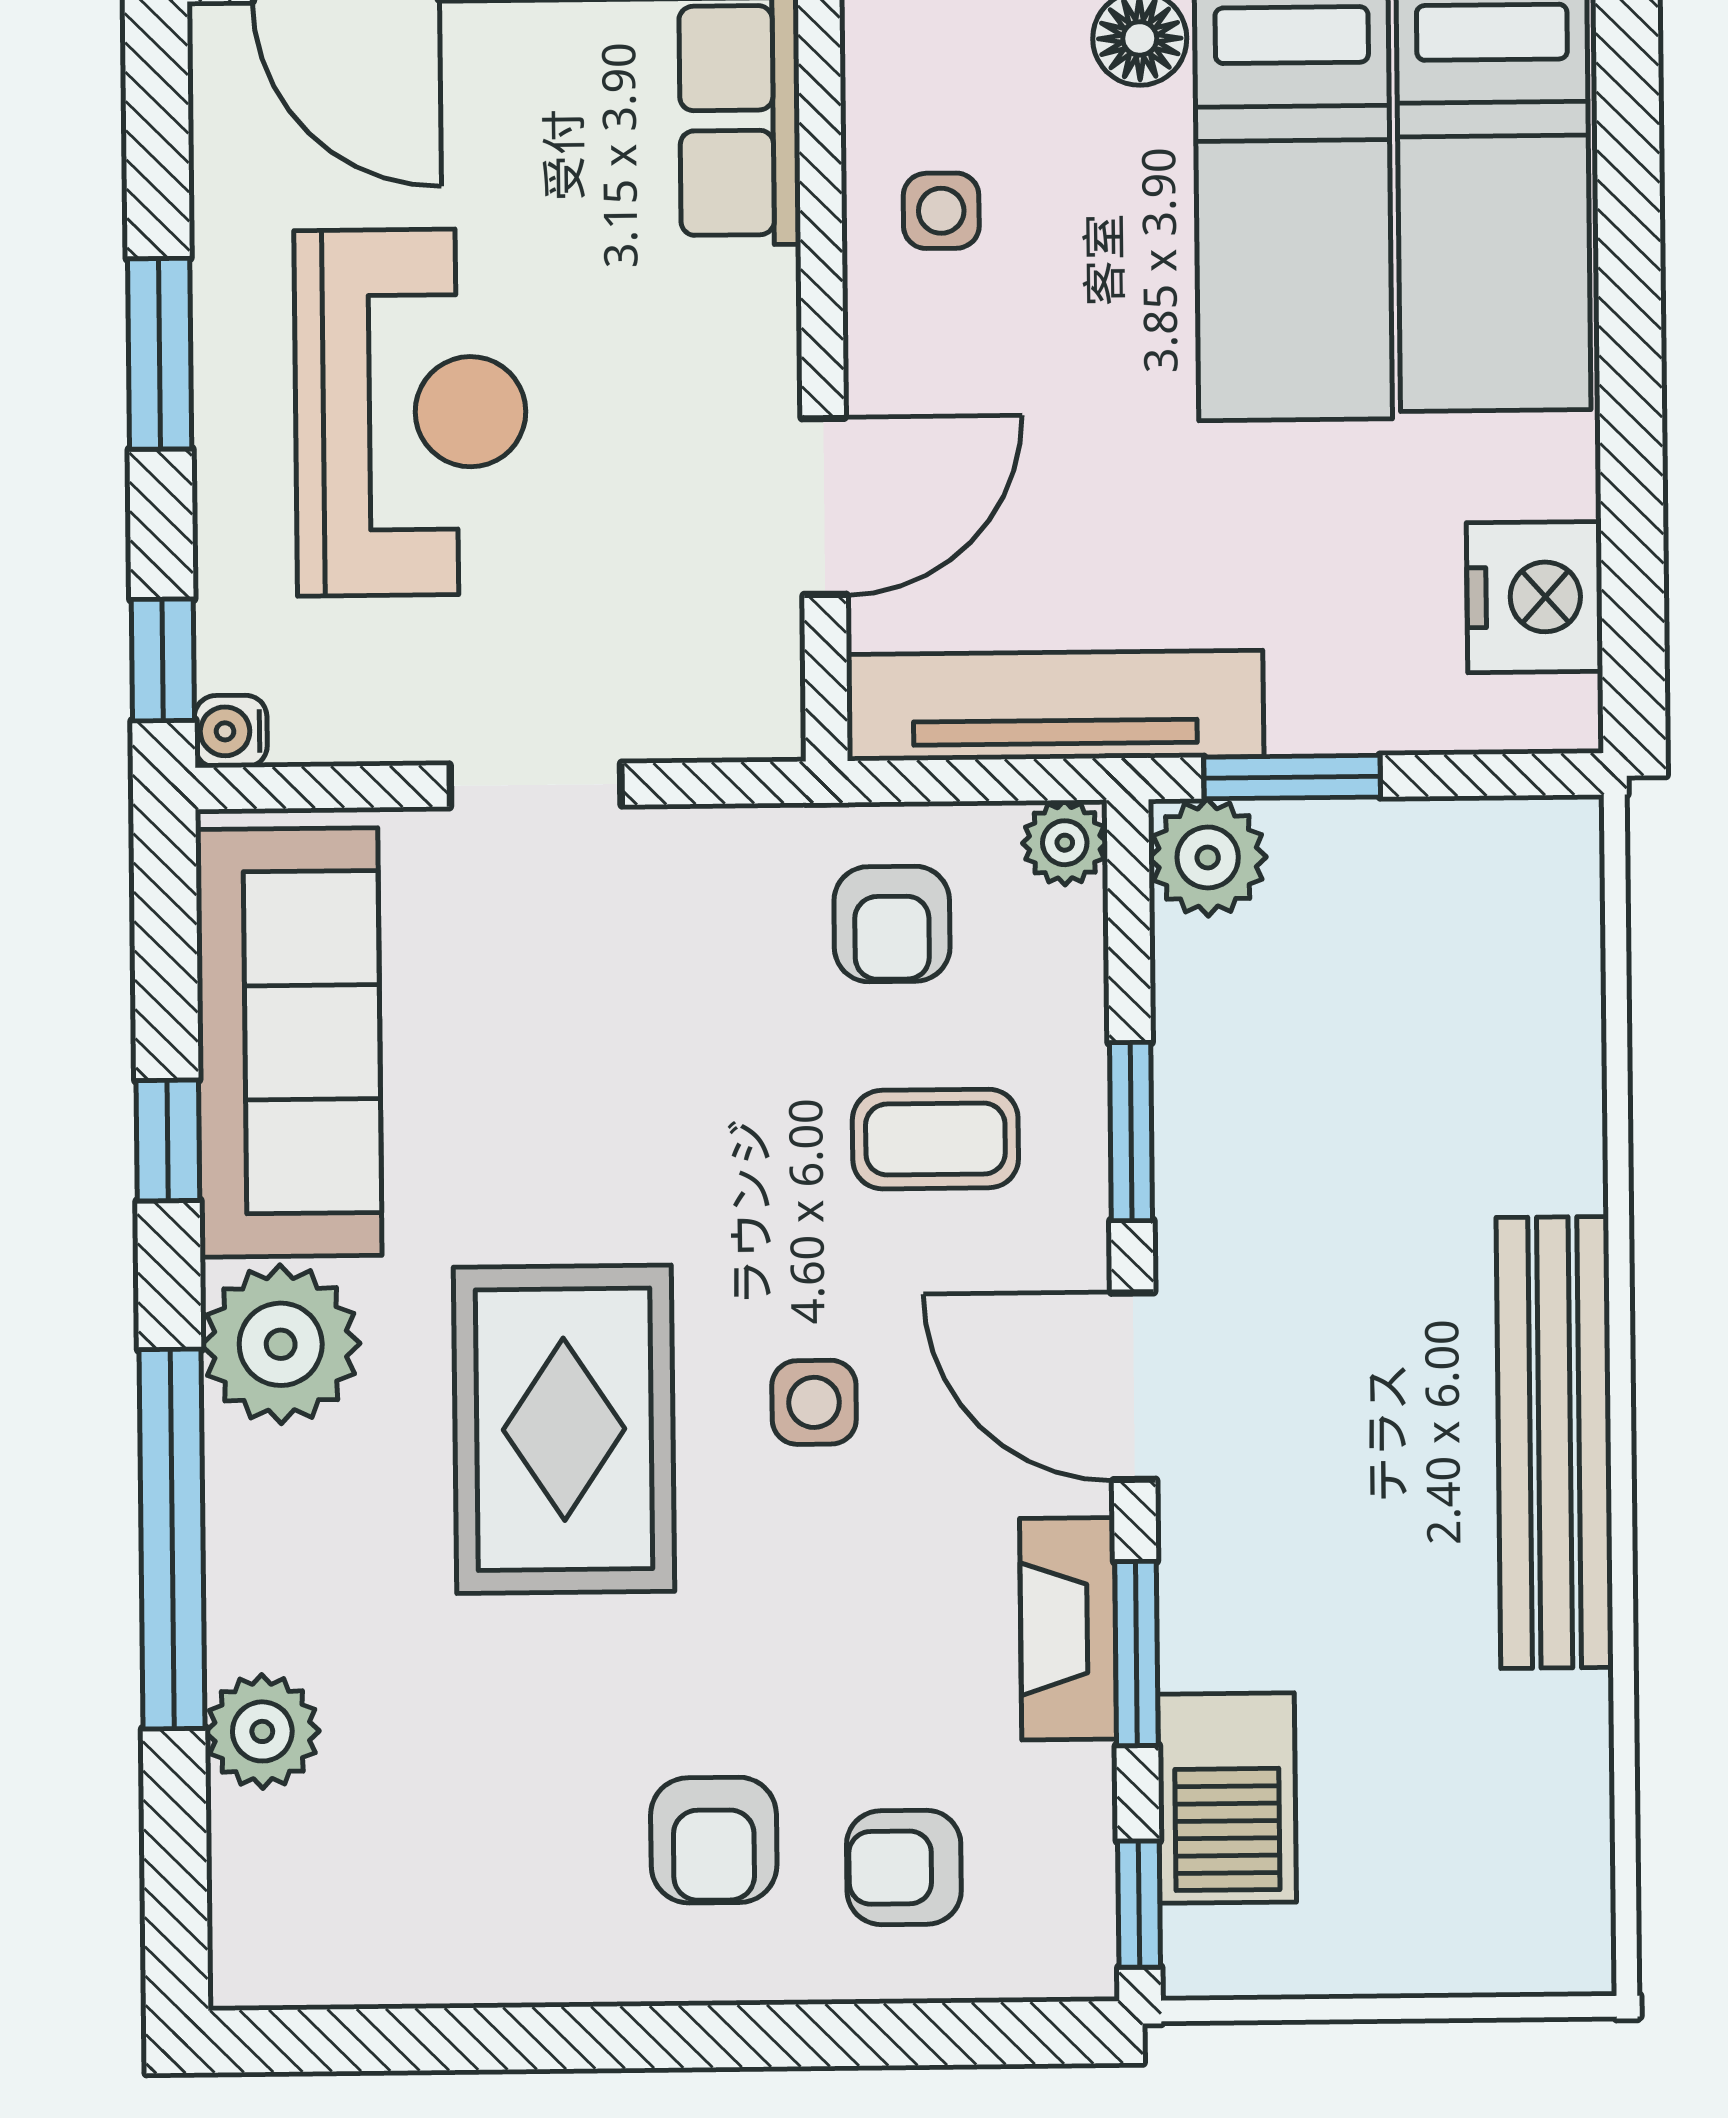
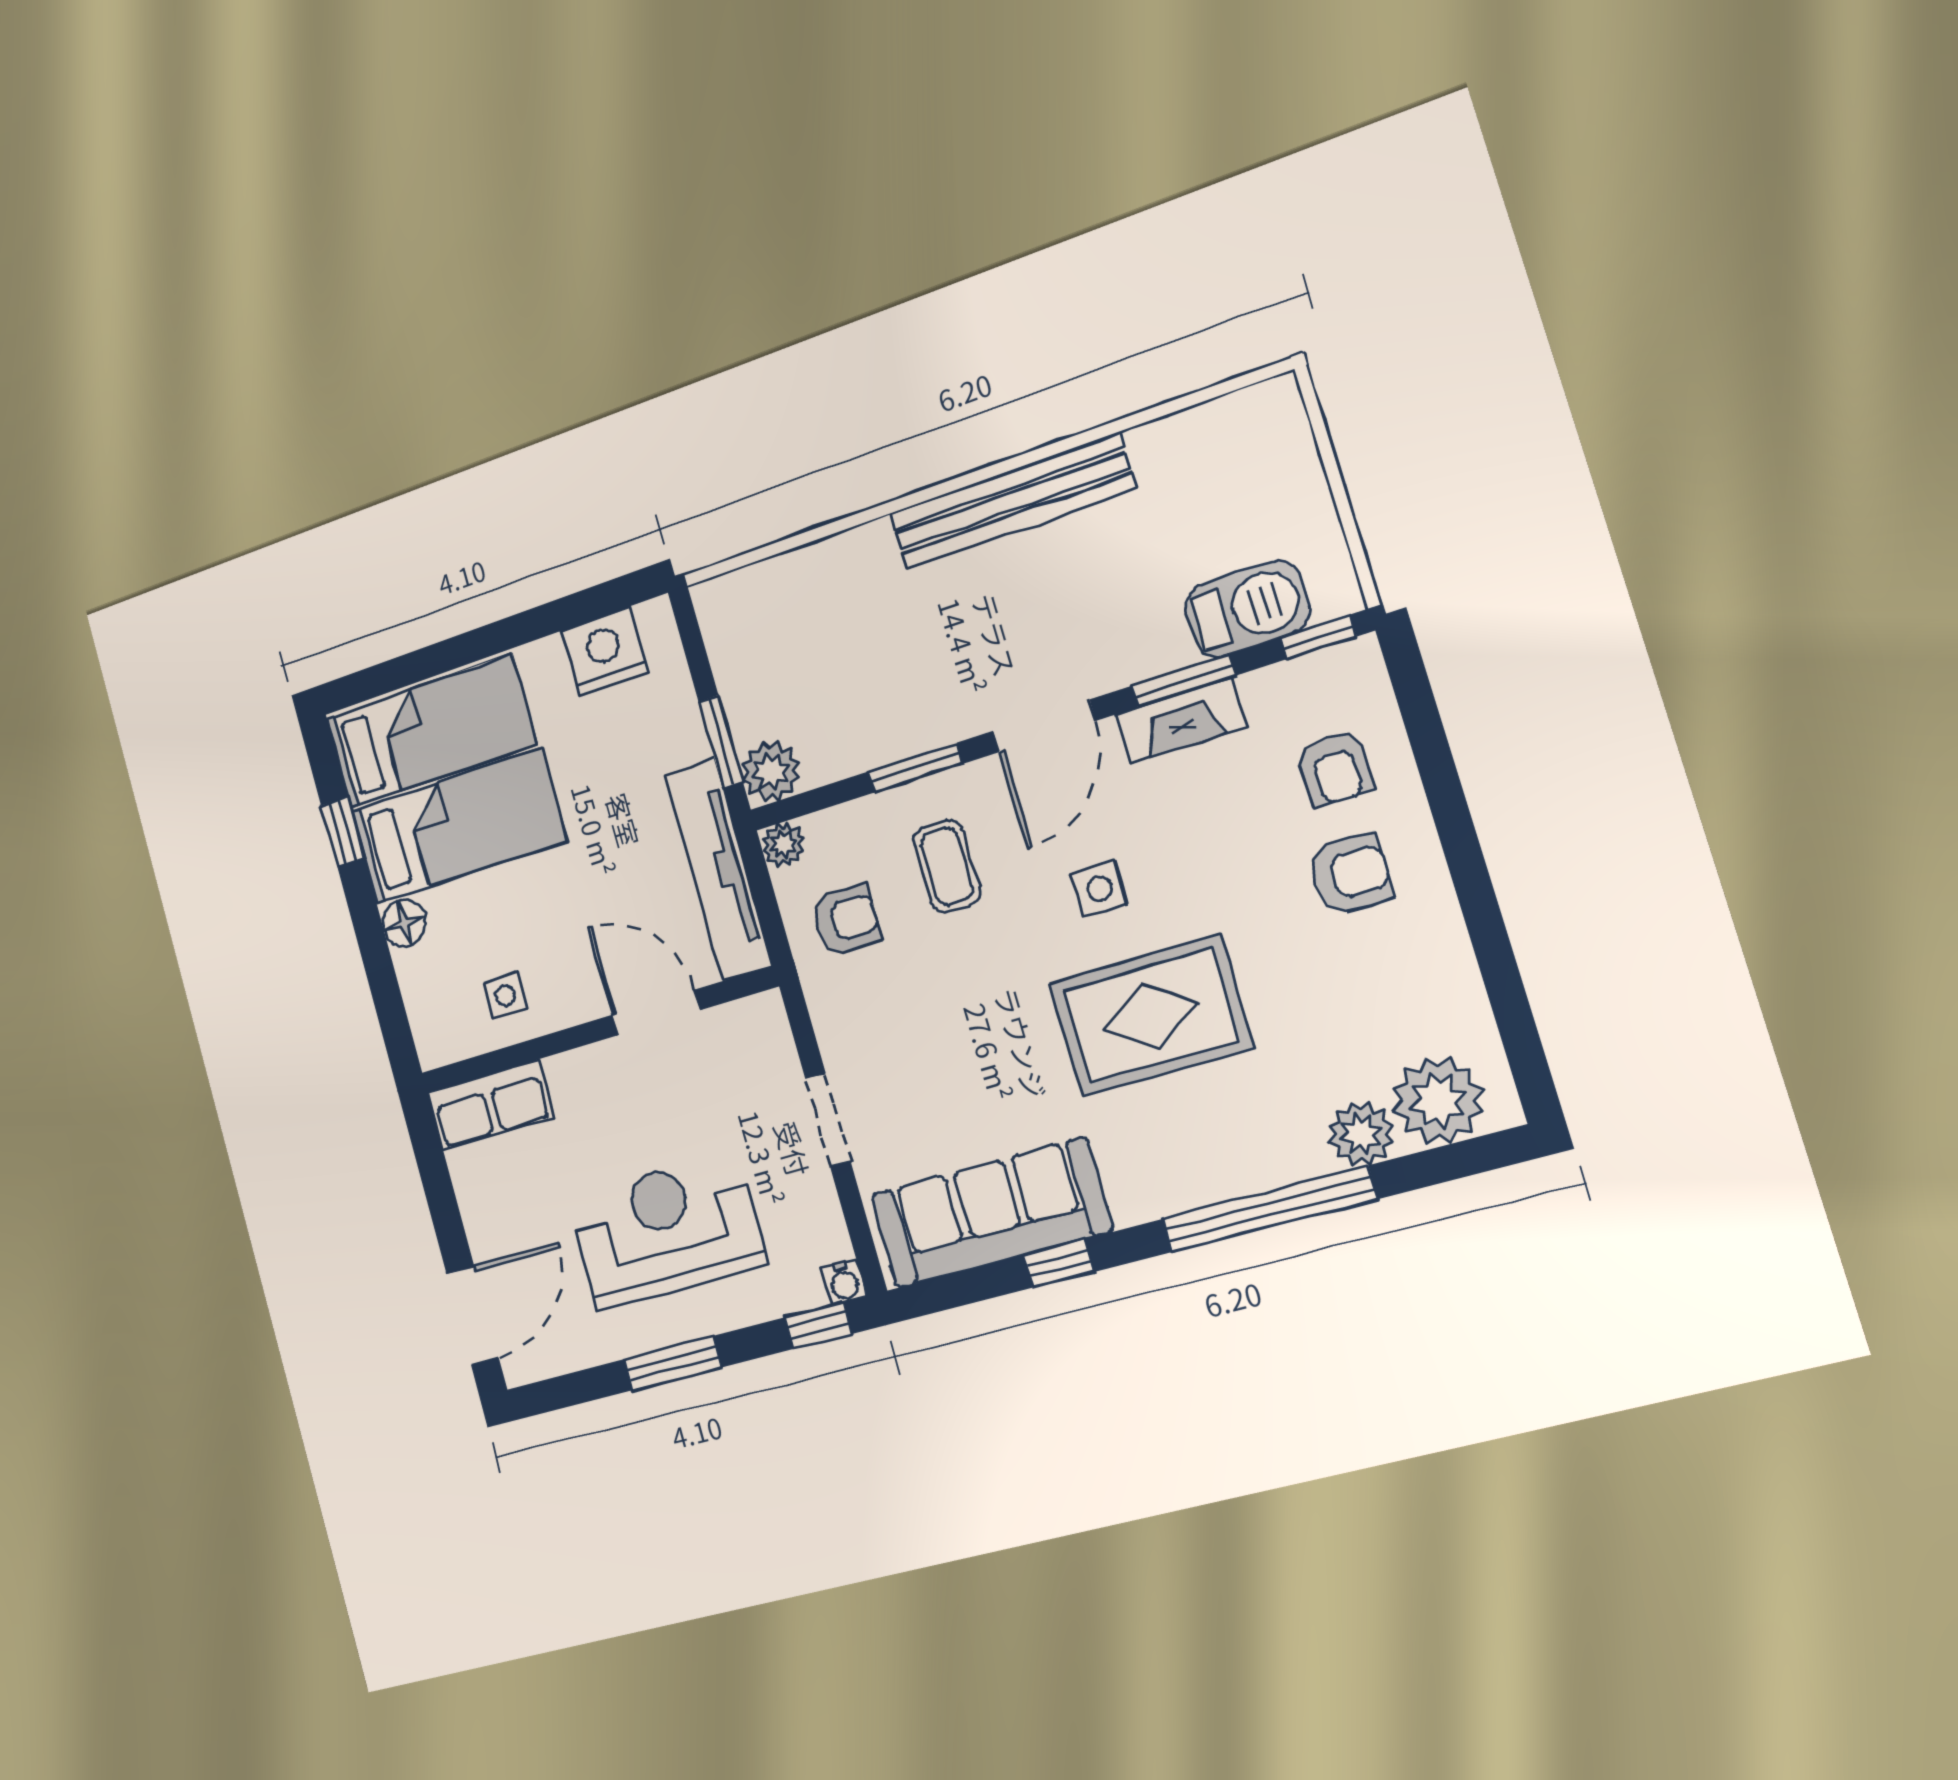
plant: (281, 1344) -> (1438, 1100), moved

